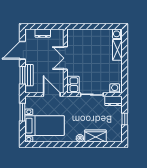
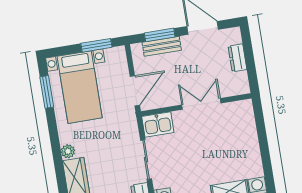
window: (44, 145) -> (47, 92), added

